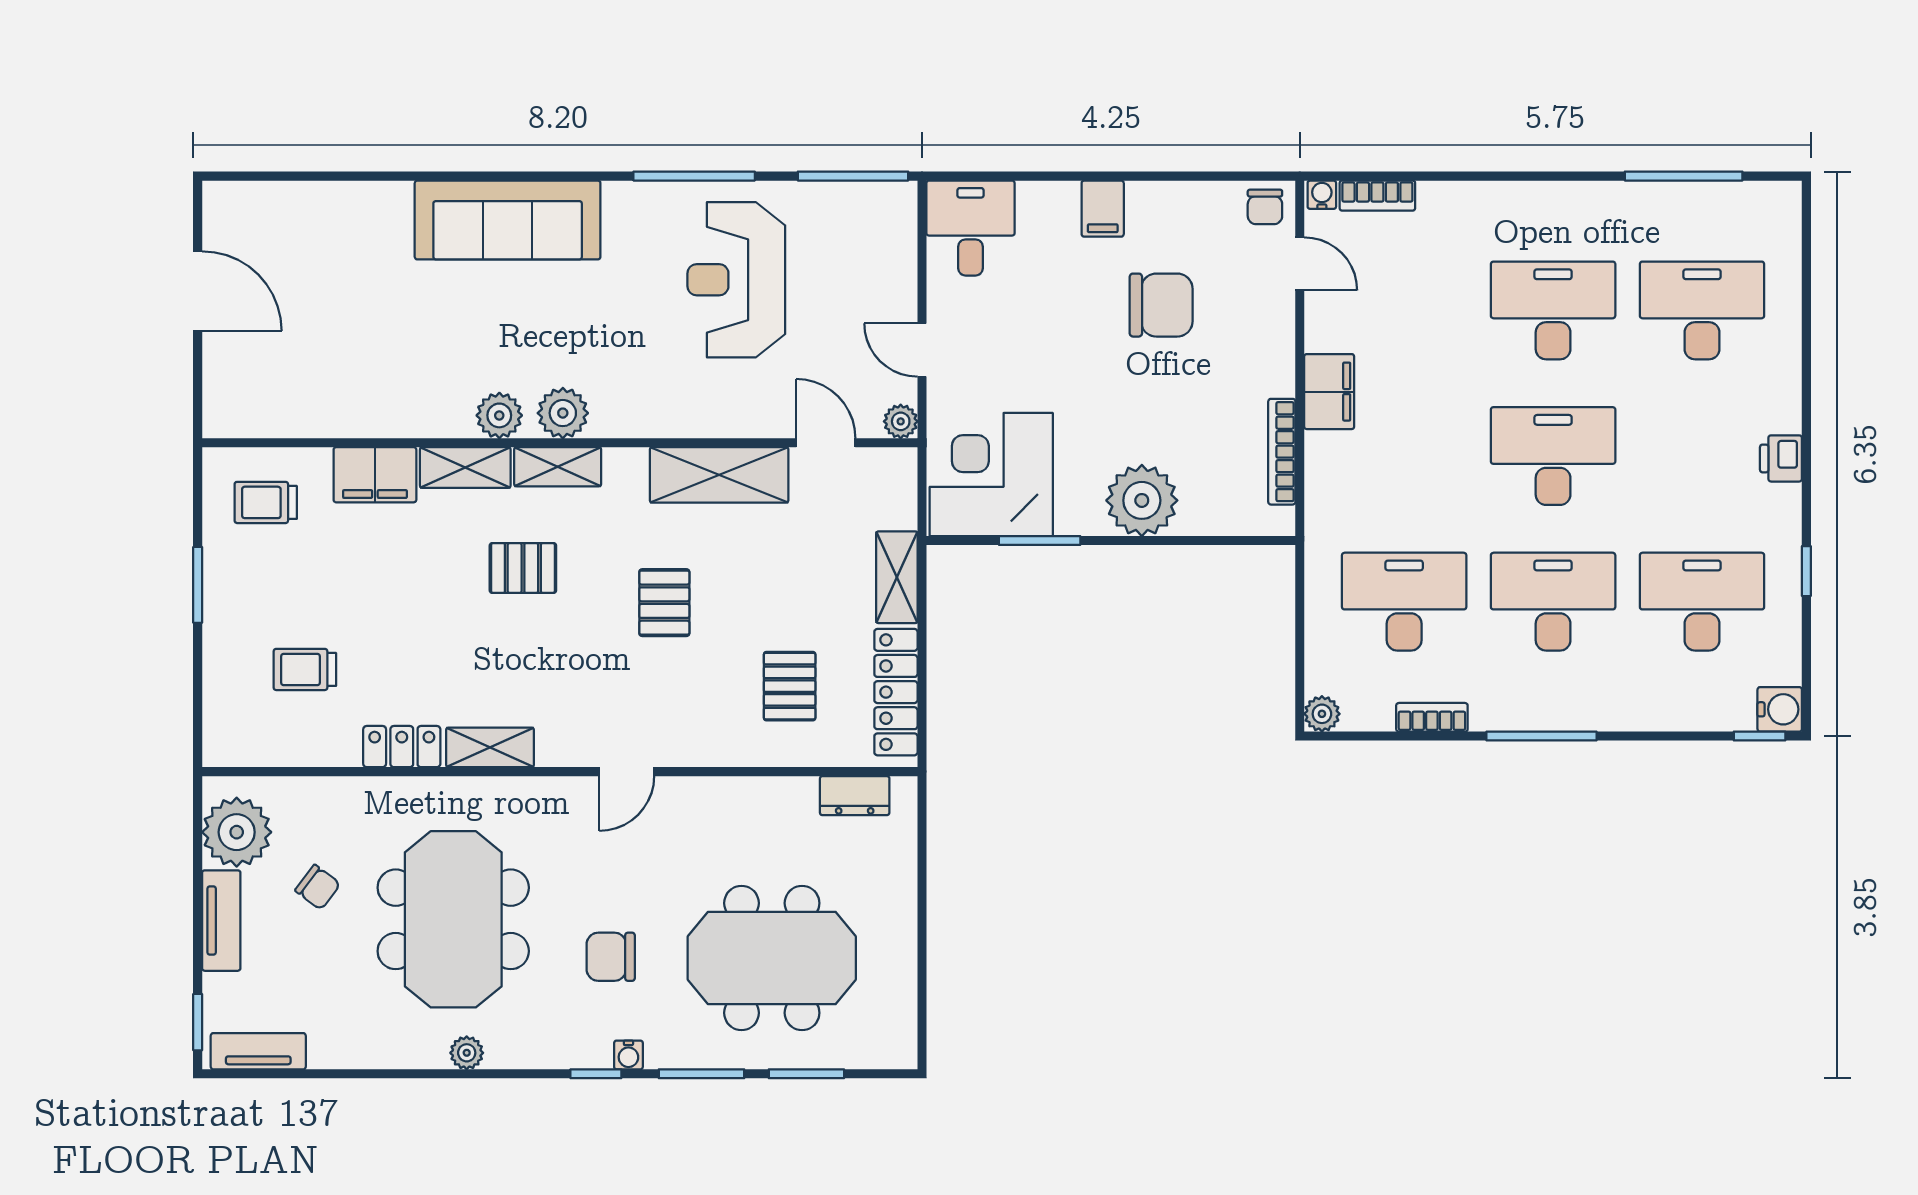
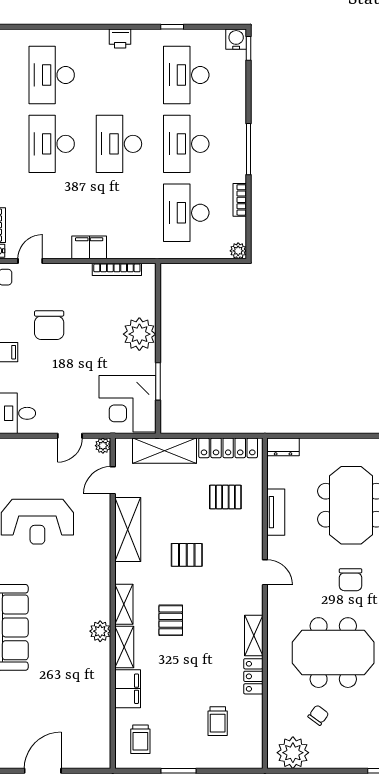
chair: (1161, 305) -> (49, 325), turned 180
plant: (563, 413) -> (99, 602), removed
shelving: (897, 577) -> (164, 451), width x1.50, depth x1.33
dresser: (855, 796) -> (283, 447), moved, turned 90
tv unit: (221, 921) -> (276, 512), moved, turned 90

